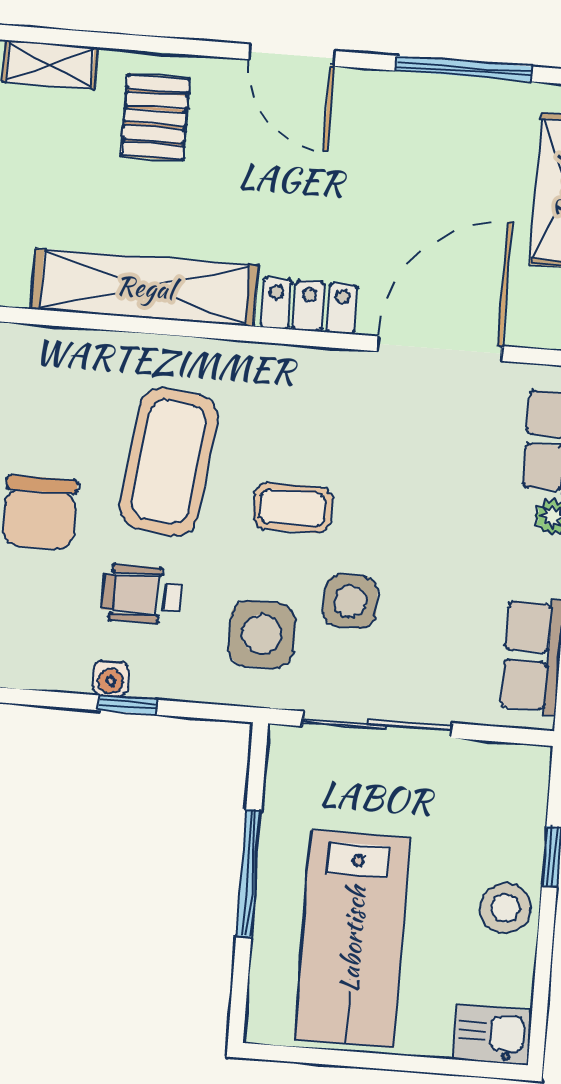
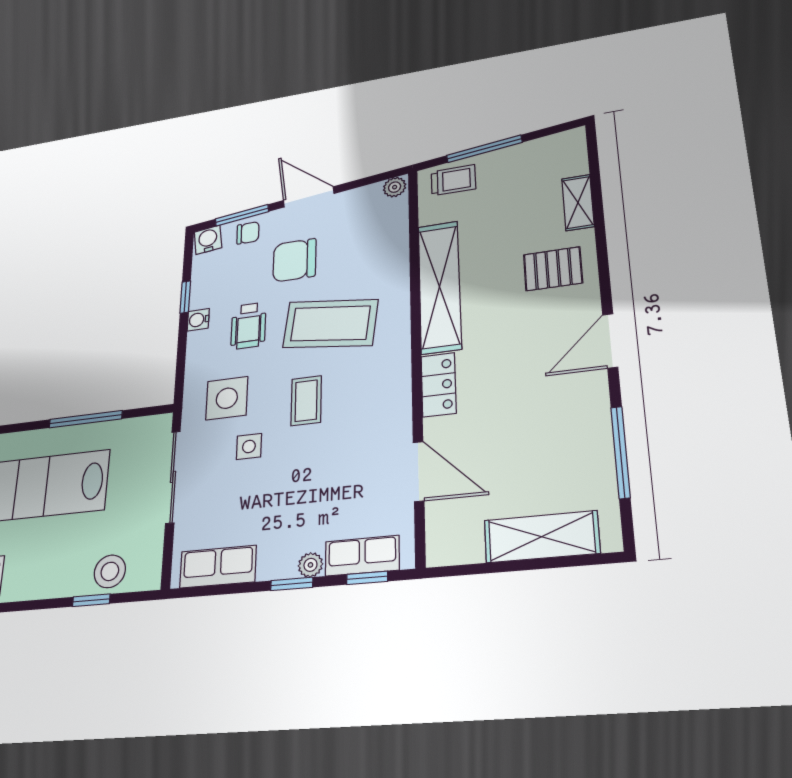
door: (440, 349) -> (419, 471), width x0.73
wheelchair: (142, 594) -> (248, 326), turned 180
side table: (350, 601) -> (249, 446), width x0.73, depth x0.73
window: (127, 705) -> (185, 297), moved
stool: (505, 908) -> (110, 571), moved

